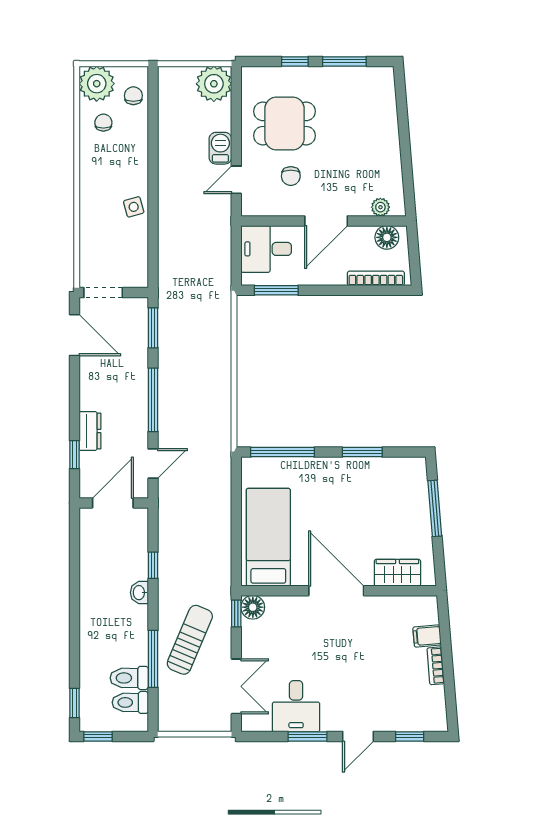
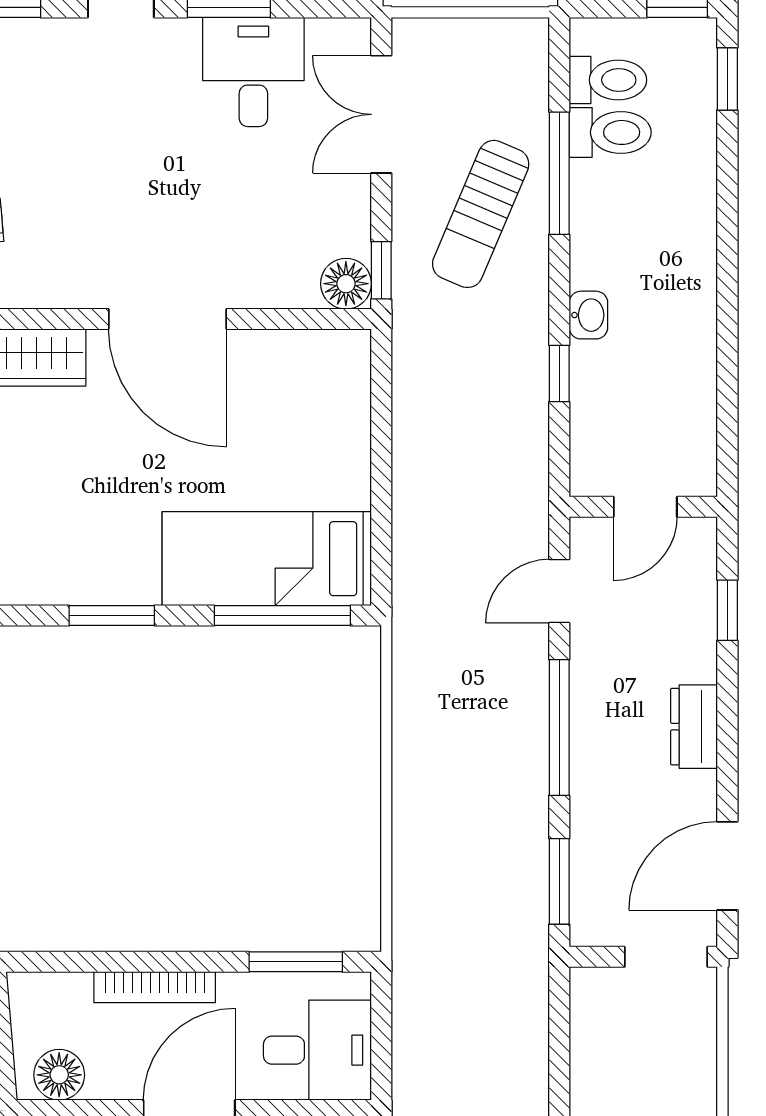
bookcase: (376, 278) -> (155, 987), moved
door: (74, 335) -> (727, 866), hinge flipped
dresser: (90, 431) -> (694, 727), moved
door: (113, 503) -> (645, 507), width x0.73
bed: (268, 537) -> (267, 559), moved, turned 90

